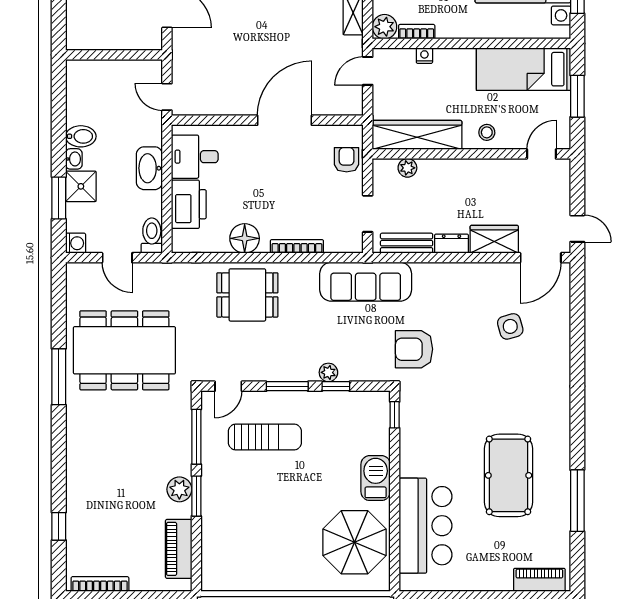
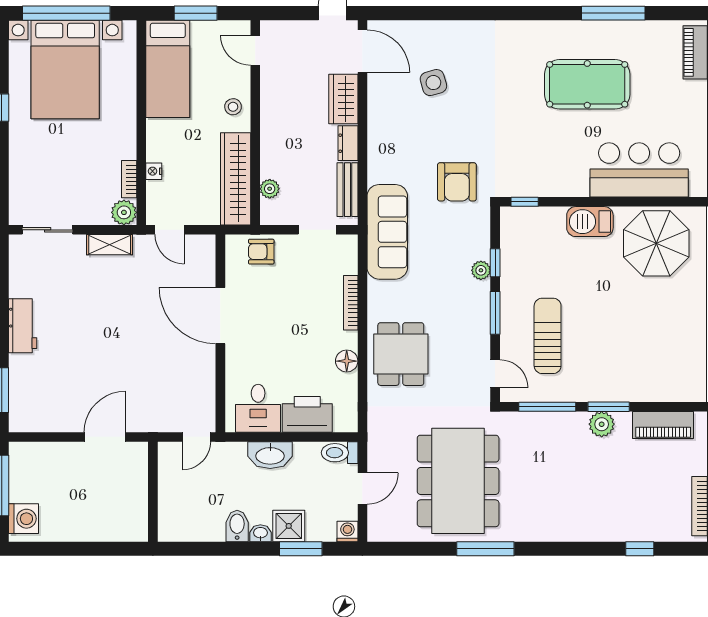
floor lamp: (245, 238) -> (347, 361), width x0.73, depth x0.73

